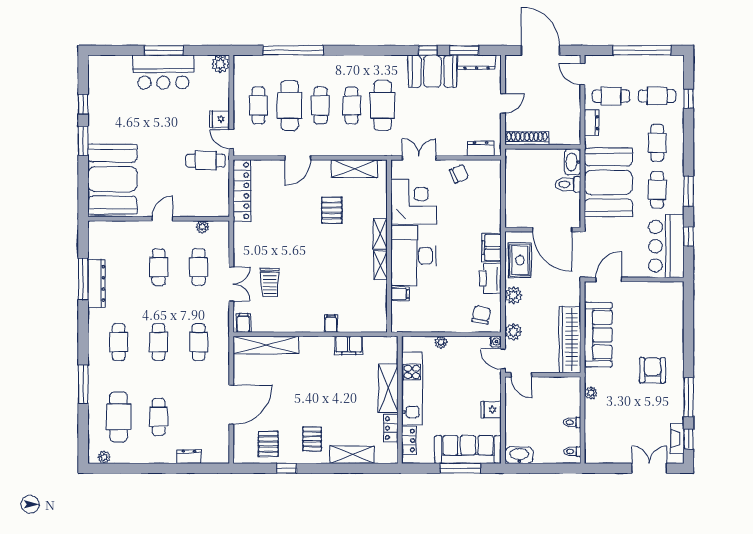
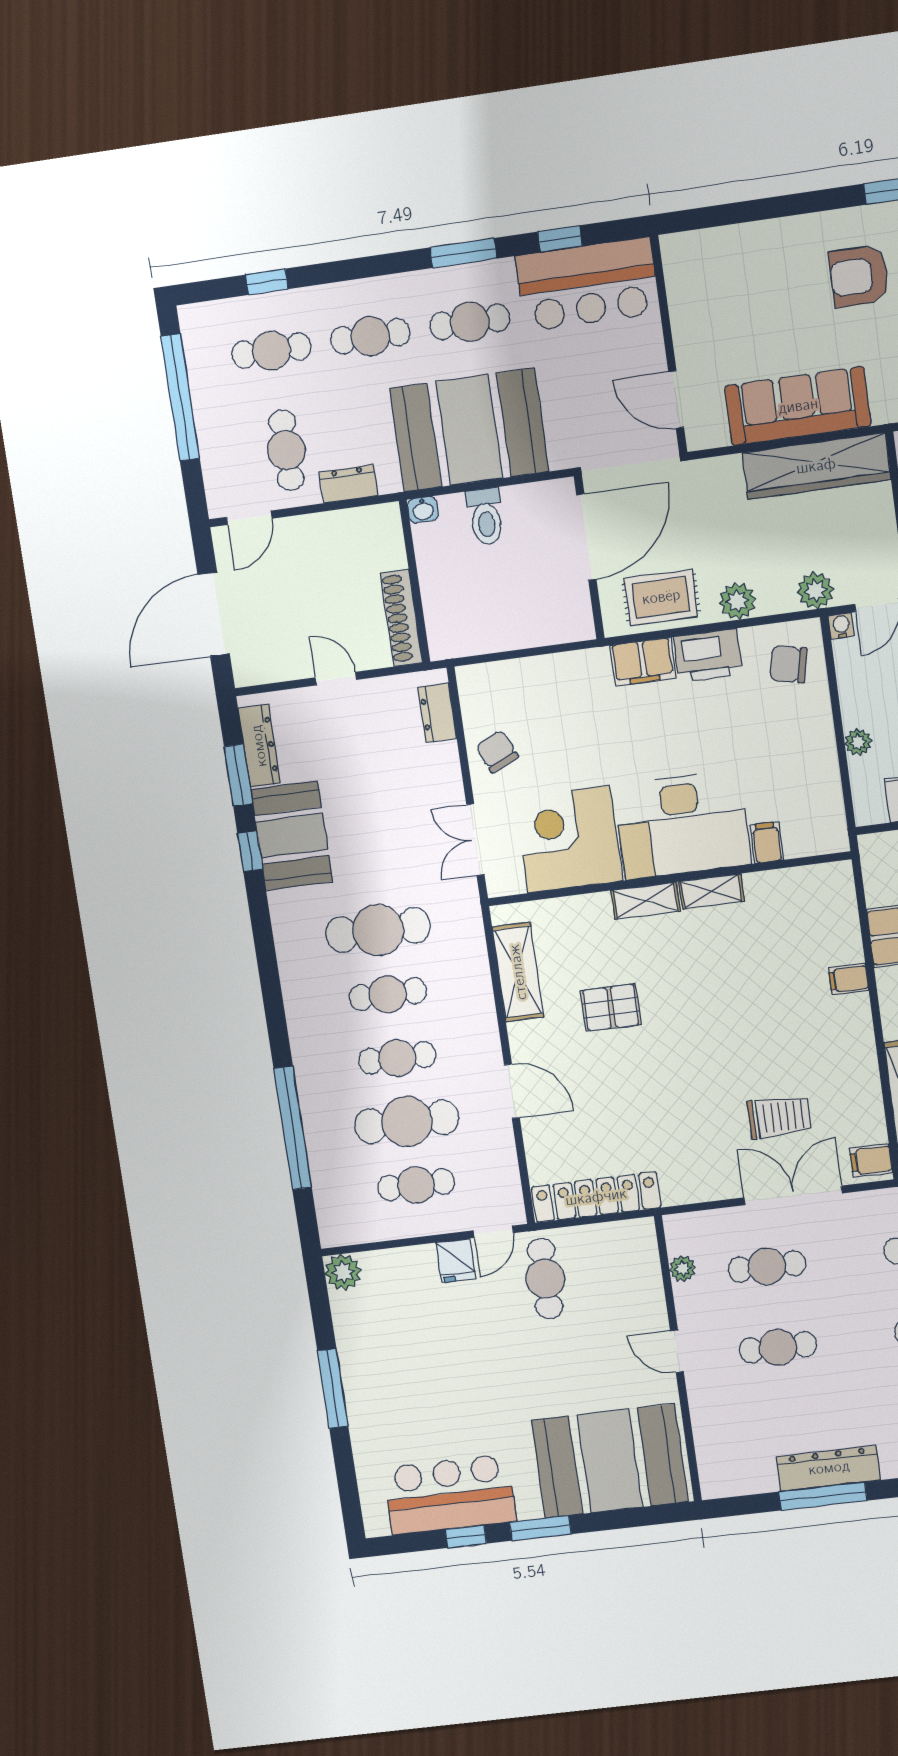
bar counter: (163, 72) -> (450, 1495), moved, turned -90
cafe table: (657, 96) -> (271, 351), turned 90
washbasin: (573, 162) -> (423, 510), width x0.52, depth x0.69
double door: (231, 284) -> (793, 1195), width x1.37

